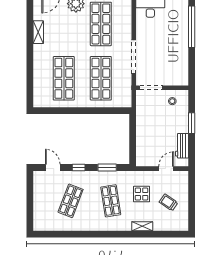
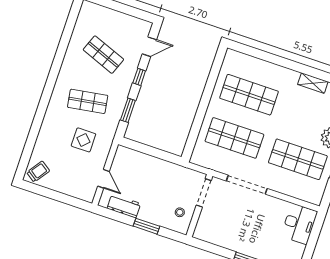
trolley: (168, 202) -> (38, 172), moved
shelving: (142, 226) -> (46, 128), removed

